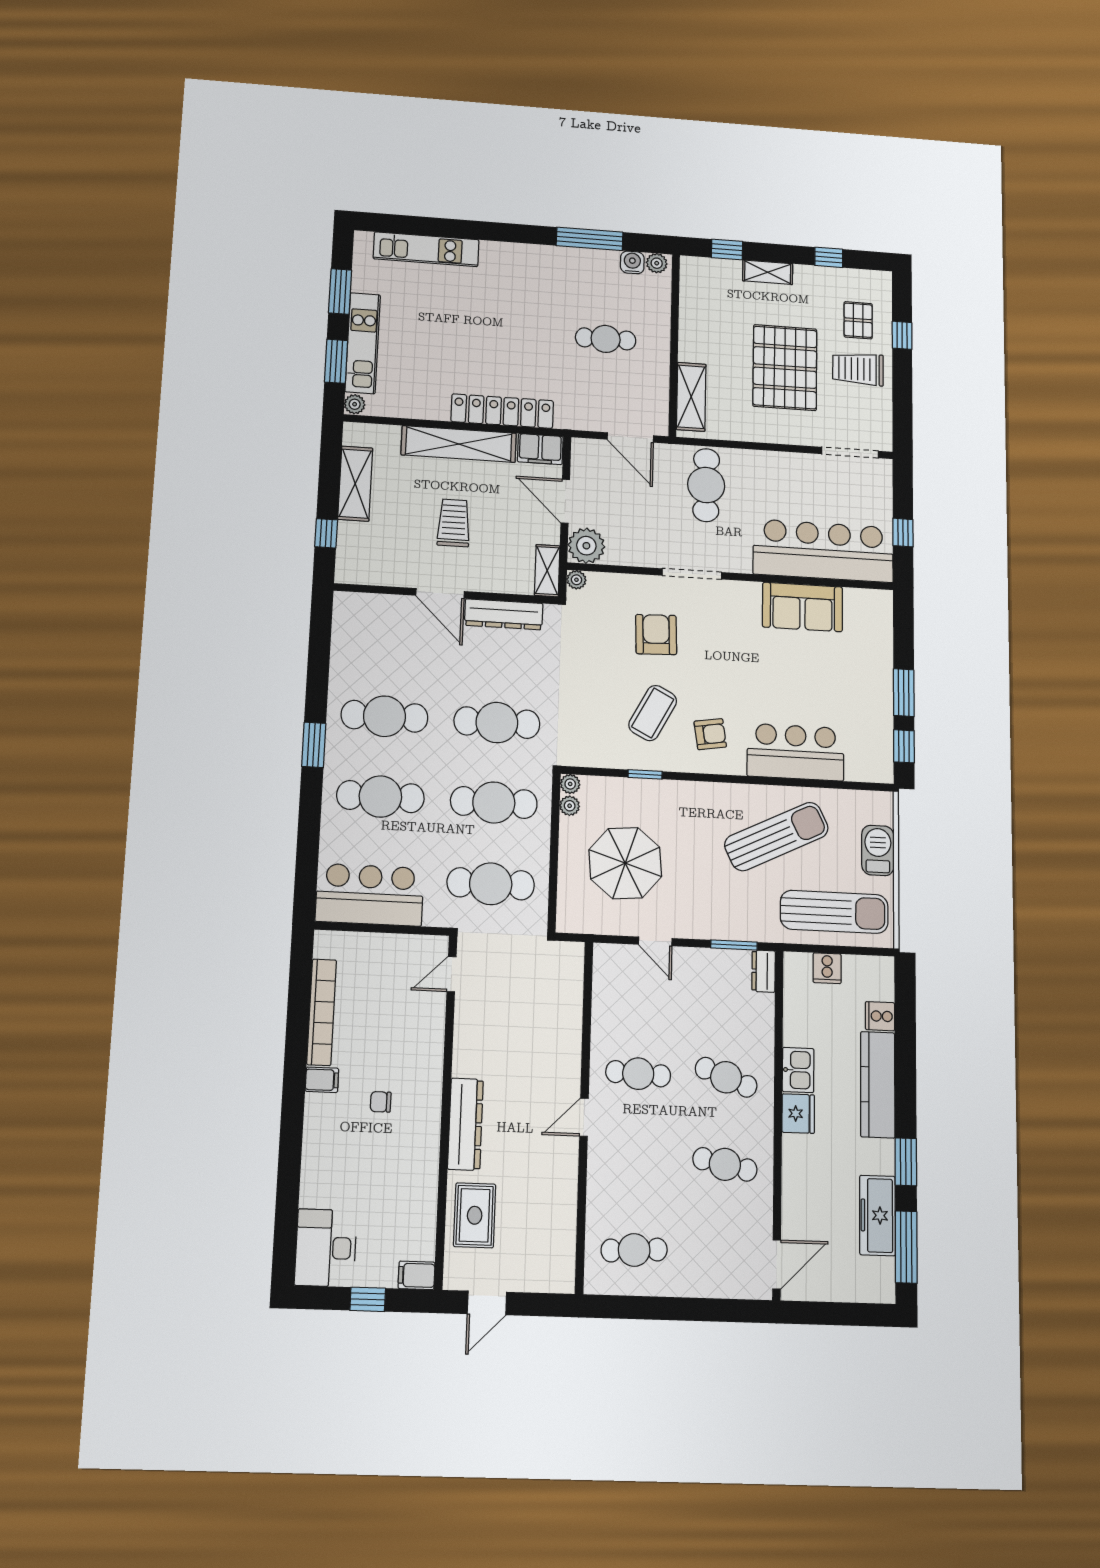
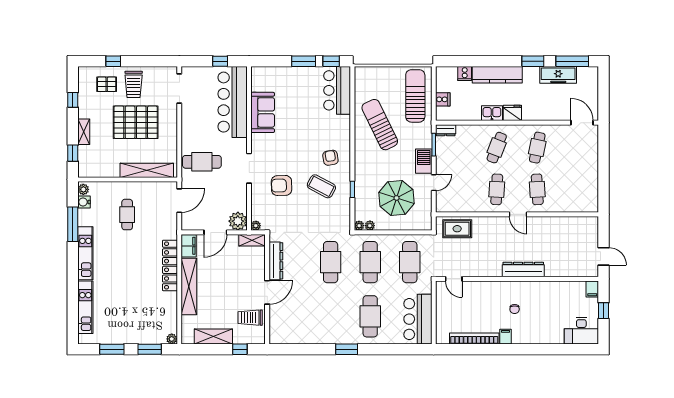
kitchen unit: (363, 343) -> (85, 253), moved, turned 90
shelving: (691, 397) -> (147, 170), width x1.47
trolley: (454, 523) -> (250, 318), moved
cafe table: (385, 716) -> (331, 316), removed
bar counter: (796, 752) -> (337, 90), moved
barbecue: (878, 850) -> (424, 161), moved, turned 90
rug: (475, 1215) -> (457, 229), moved
cafe table: (634, 1250) -> (537, 189), moved

